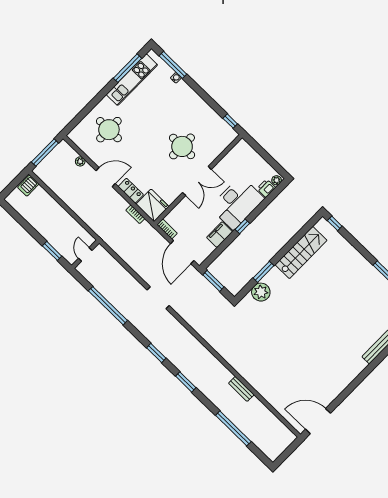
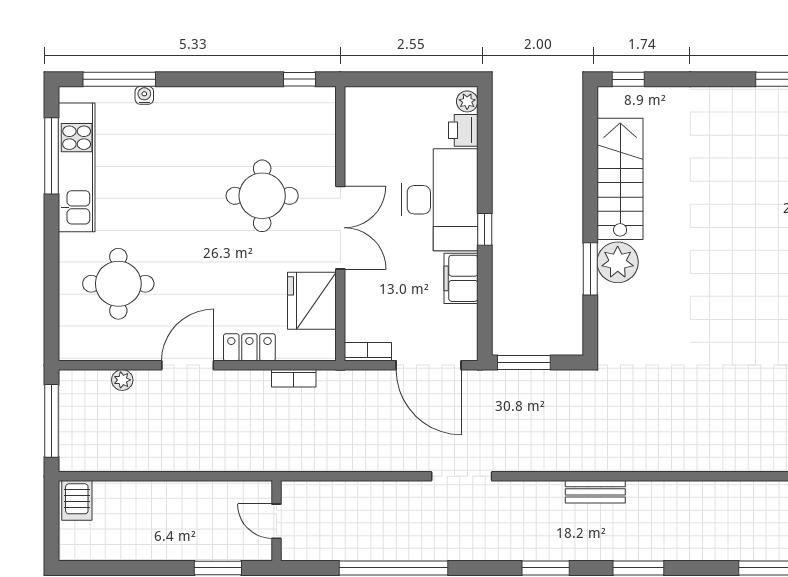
fridge: (153, 205) -> (312, 301), moved, turned -90
plant: (261, 292) -> (618, 262), moved
bench: (241, 389) -> (595, 492), moved

